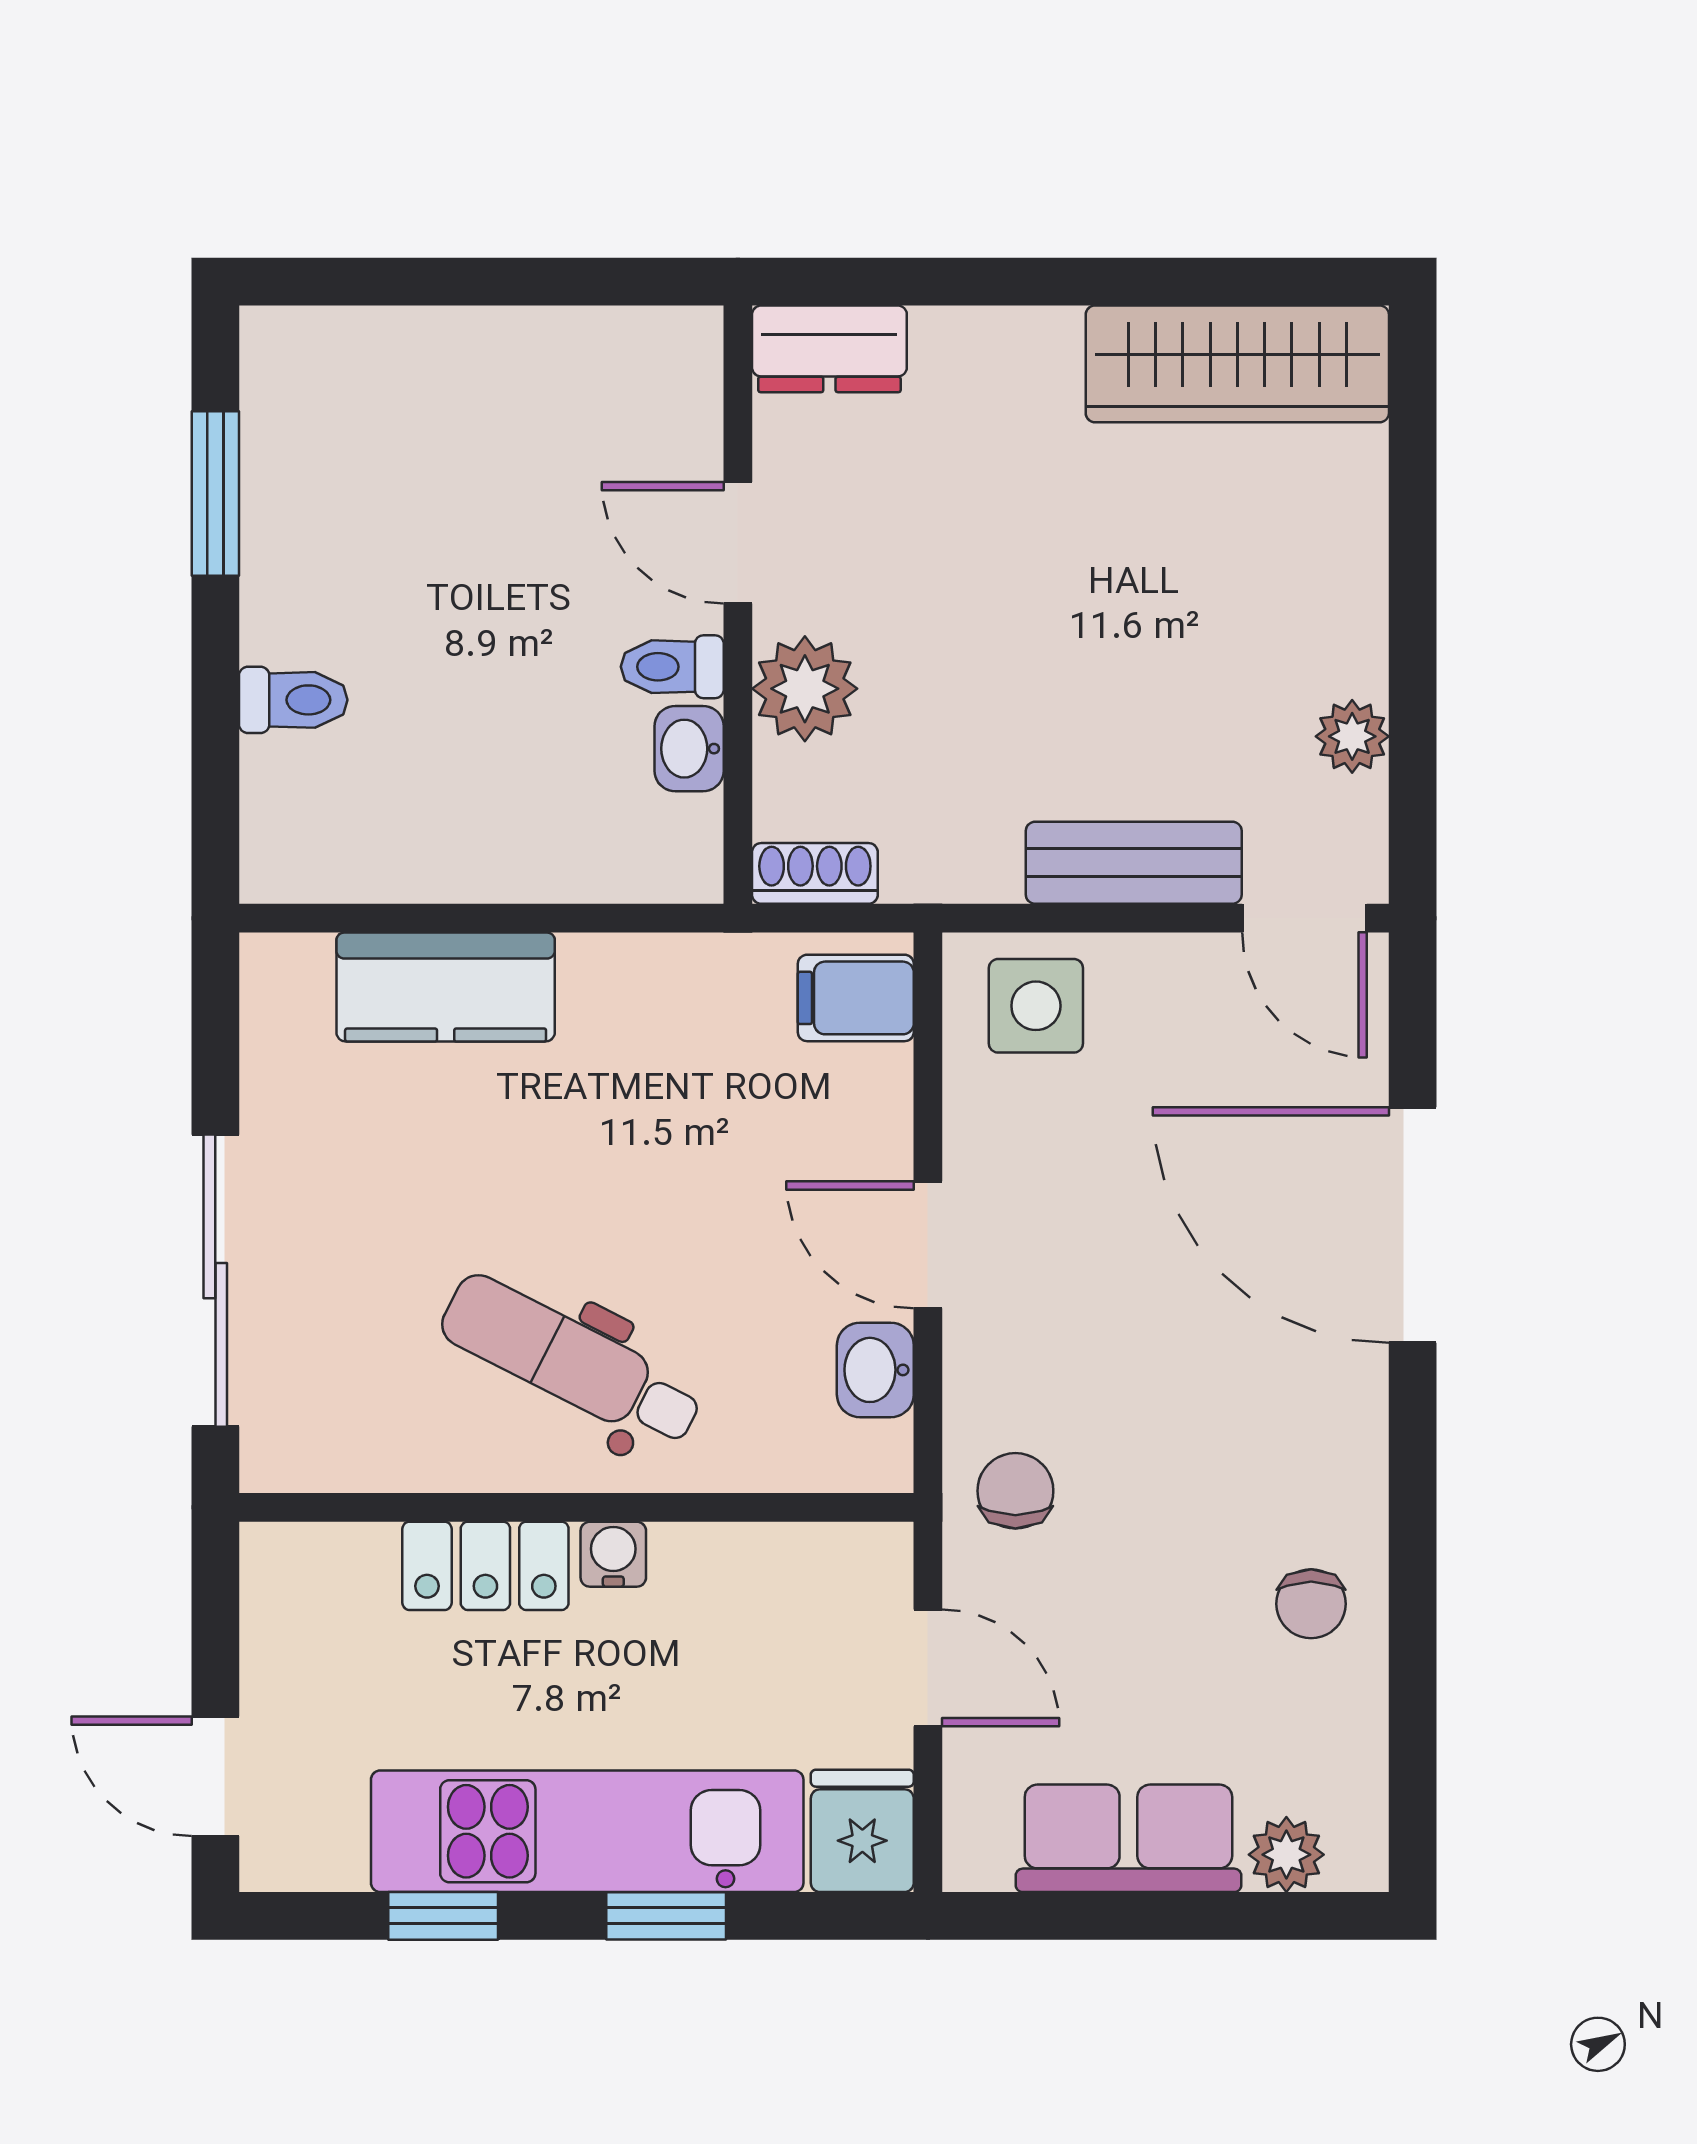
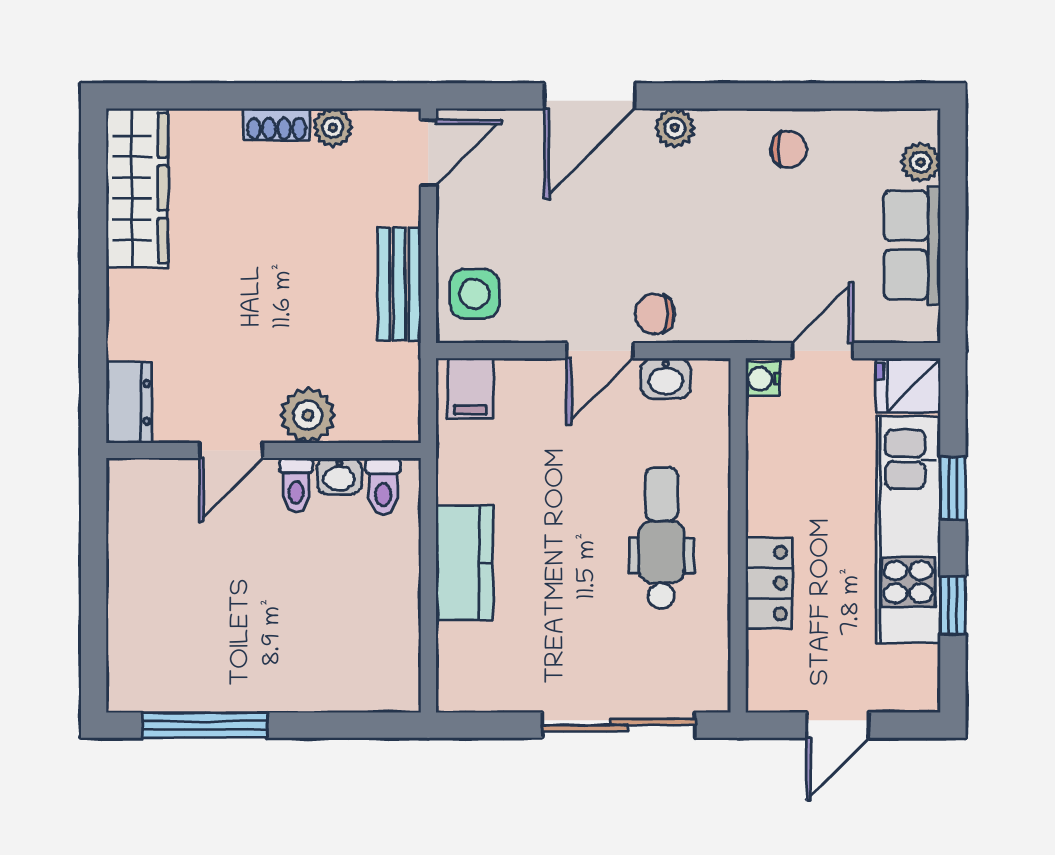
window: (215, 494) -> (205, 725), width x1.44
toilet: (293, 700) -> (383, 486), moved, turned 180
bench: (1134, 863) -> (399, 284), moved
shoe rack: (815, 873) -> (277, 124), moved, turned -90
kitchen counter: (446, 987) -> (465, 563), moved
door: (1413, 1225) -> (590, 96), width x0.73
dental chair: (571, 1362) -> (661, 538), turned 153
plant: (1352, 1387) -> (675, 128), added
chair: (1015, 1491) -> (655, 314), moved
water cooler: (613, 1554) -> (763, 379), moved
door: (215, 1776) -> (838, 725), moved

